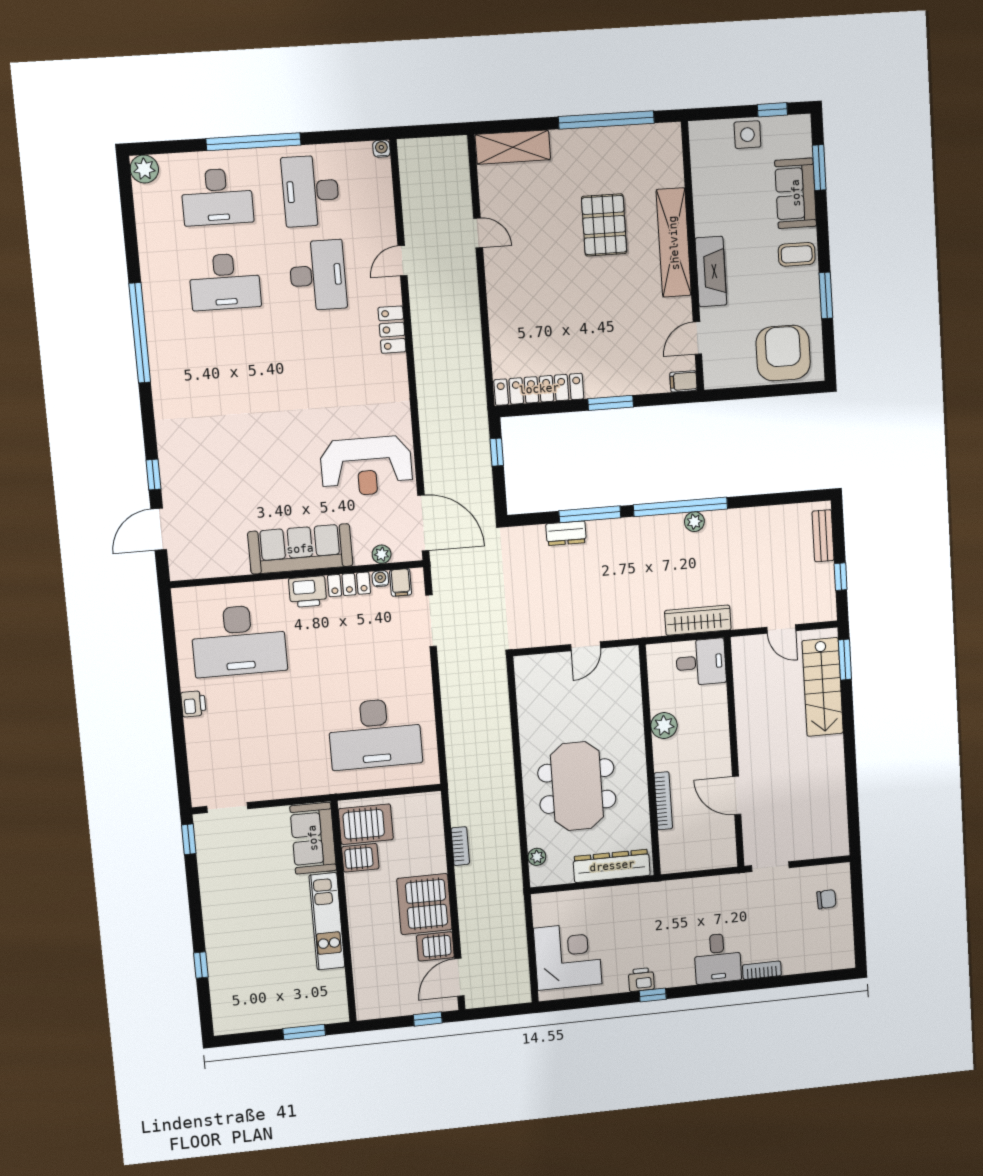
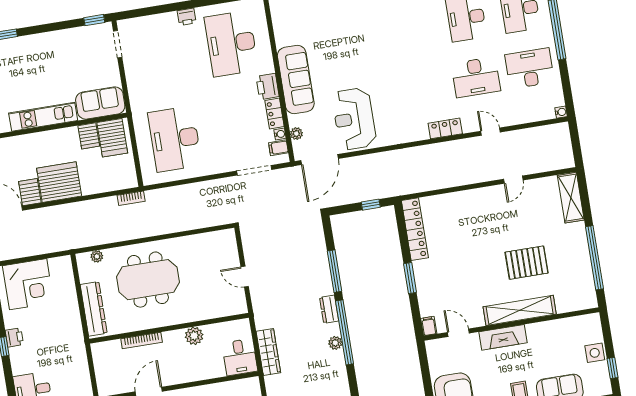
dresser: (566, 533) -> (329, 309), moved
bookcase: (460, 846) -> (131, 198), moved

